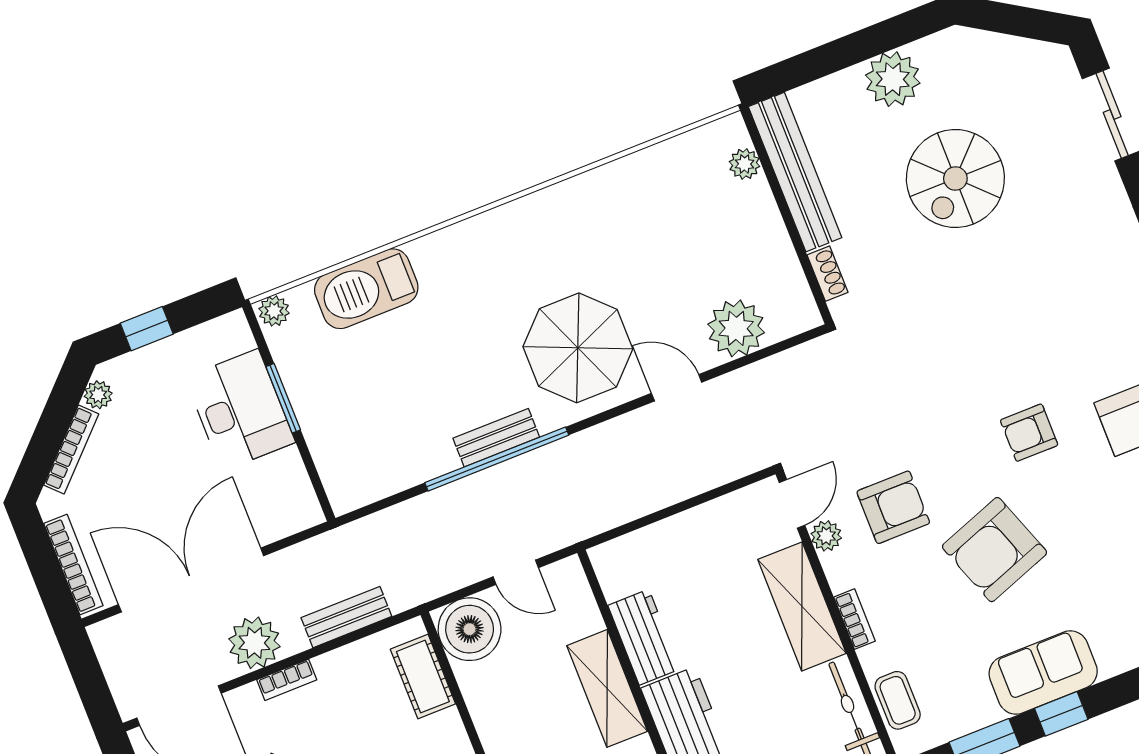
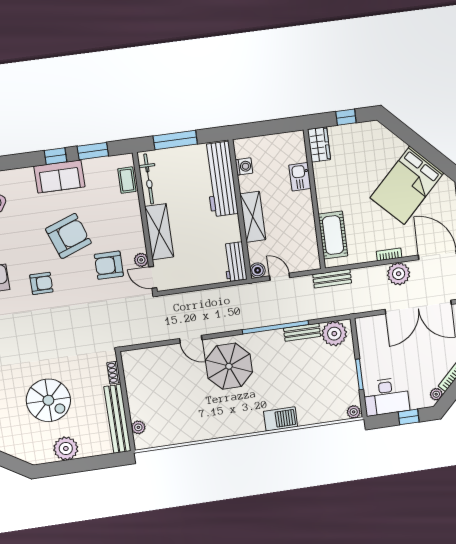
spiral stairs: (955, 178) -> (48, 400), turned 90
barbecue: (366, 289) -> (281, 419), moved, width x0.73, depth x0.83
plant: (736, 328) -> (334, 334), moved
desk: (240, 410) -> (386, 397), moved, turned -90
bench: (496, 438) -> (302, 332), moved
door: (792, 504) -> (153, 277), hinge flipped
bench: (346, 617) -> (332, 279), moved
bookcase: (855, 619) -> (137, 221), removed
boiler: (470, 629) -> (258, 270), moved, width x0.54, depth x0.54
workbench: (644, 637) -> (235, 262), moved
cot: (423, 677) -> (333, 235), width x1.37, depth x1.34

